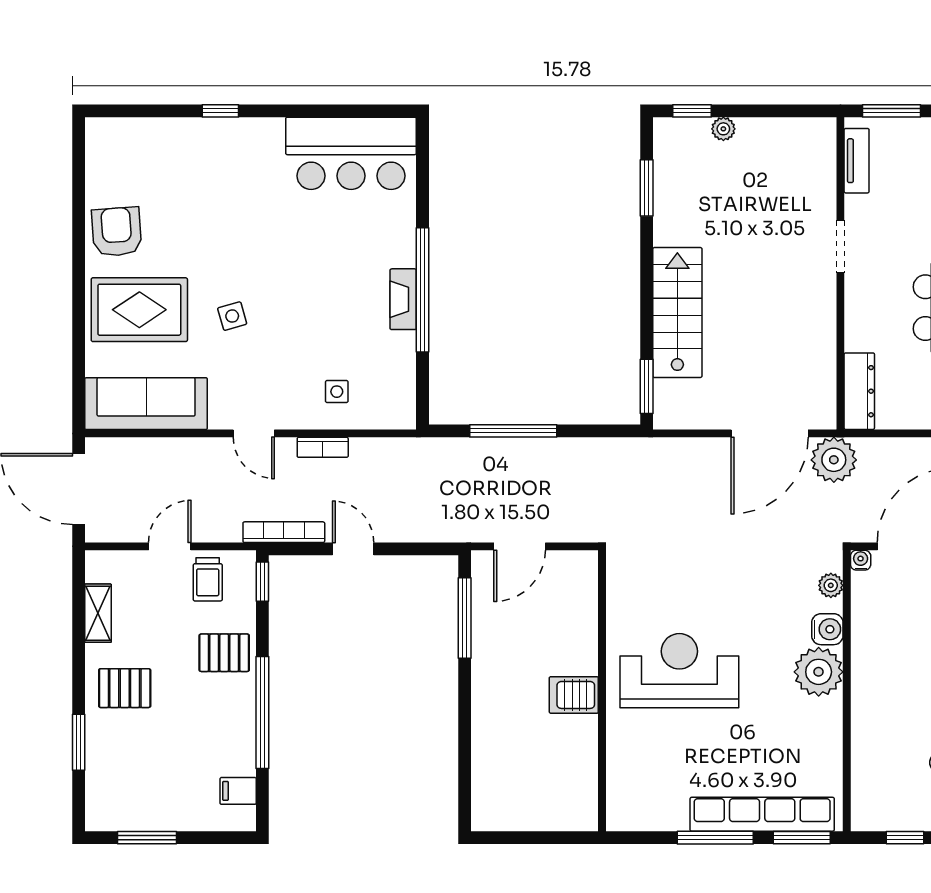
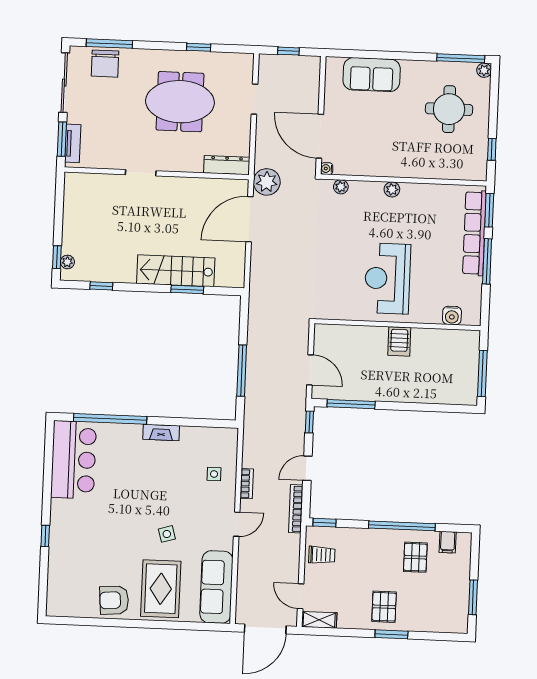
plant: (723, 129) -> (67, 262), moved
tv unit: (857, 161) -> (73, 143), moved, turned 90
window: (647, 188) -> (101, 286), width x0.67
window: (422, 290) -> (110, 419), moved
window: (647, 386) -> (187, 289), moved
door: (770, 433) -> (250, 219), swing flipped
door: (170, 546) -> (301, 596), moved
window: (431, 549) -> (309, 422), added
shelving: (98, 613) -> (319, 620), moved
water cooler: (827, 629) -> (452, 315), moved, turned 180
pallet: (224, 653) -> (415, 557), moved
plant: (819, 672) -> (392, 189), width x0.53, depth x0.53
window: (79, 742) -> (391, 634), moved
window: (526, 838) -> (482, 373), added

